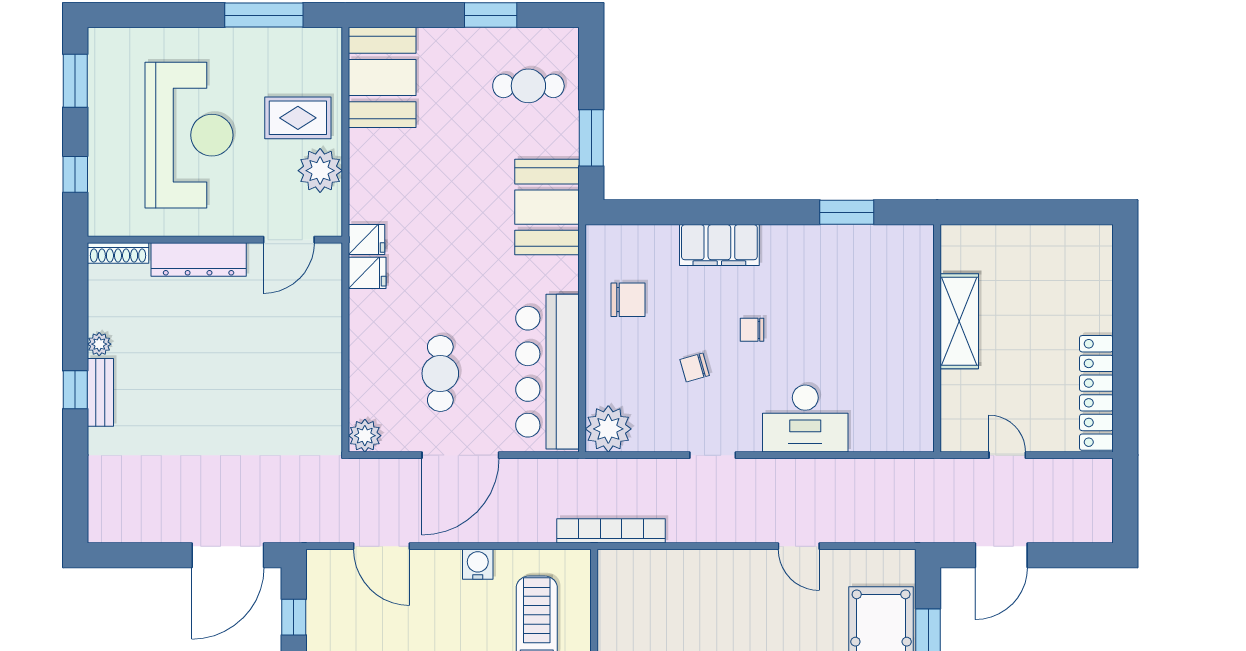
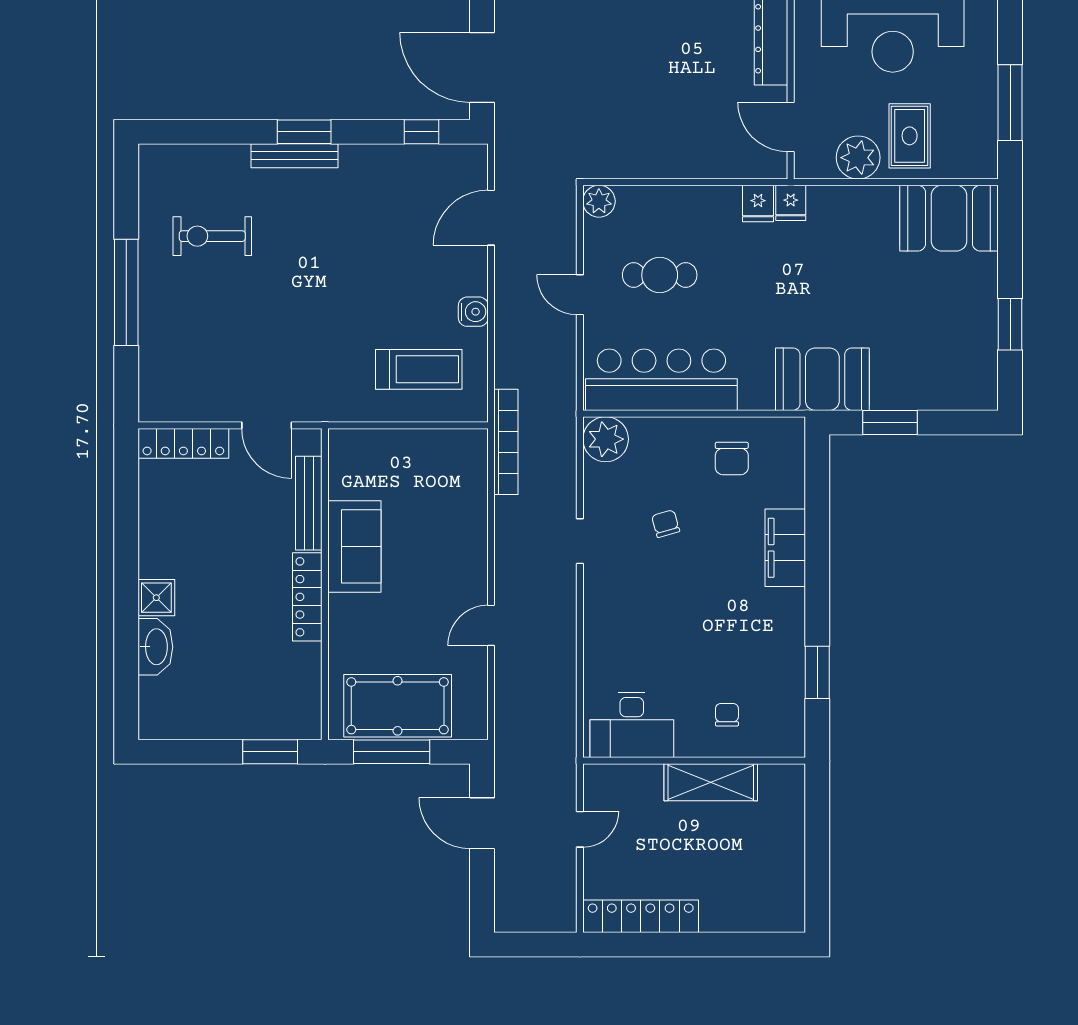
cafe table: (528, 86) -> (941, 361), removed
chair: (752, 330) -> (727, 715), moved
desk: (805, 418) -> (632, 725), moved, turned -90
door: (460, 455) -> (580, 295), width x0.53

